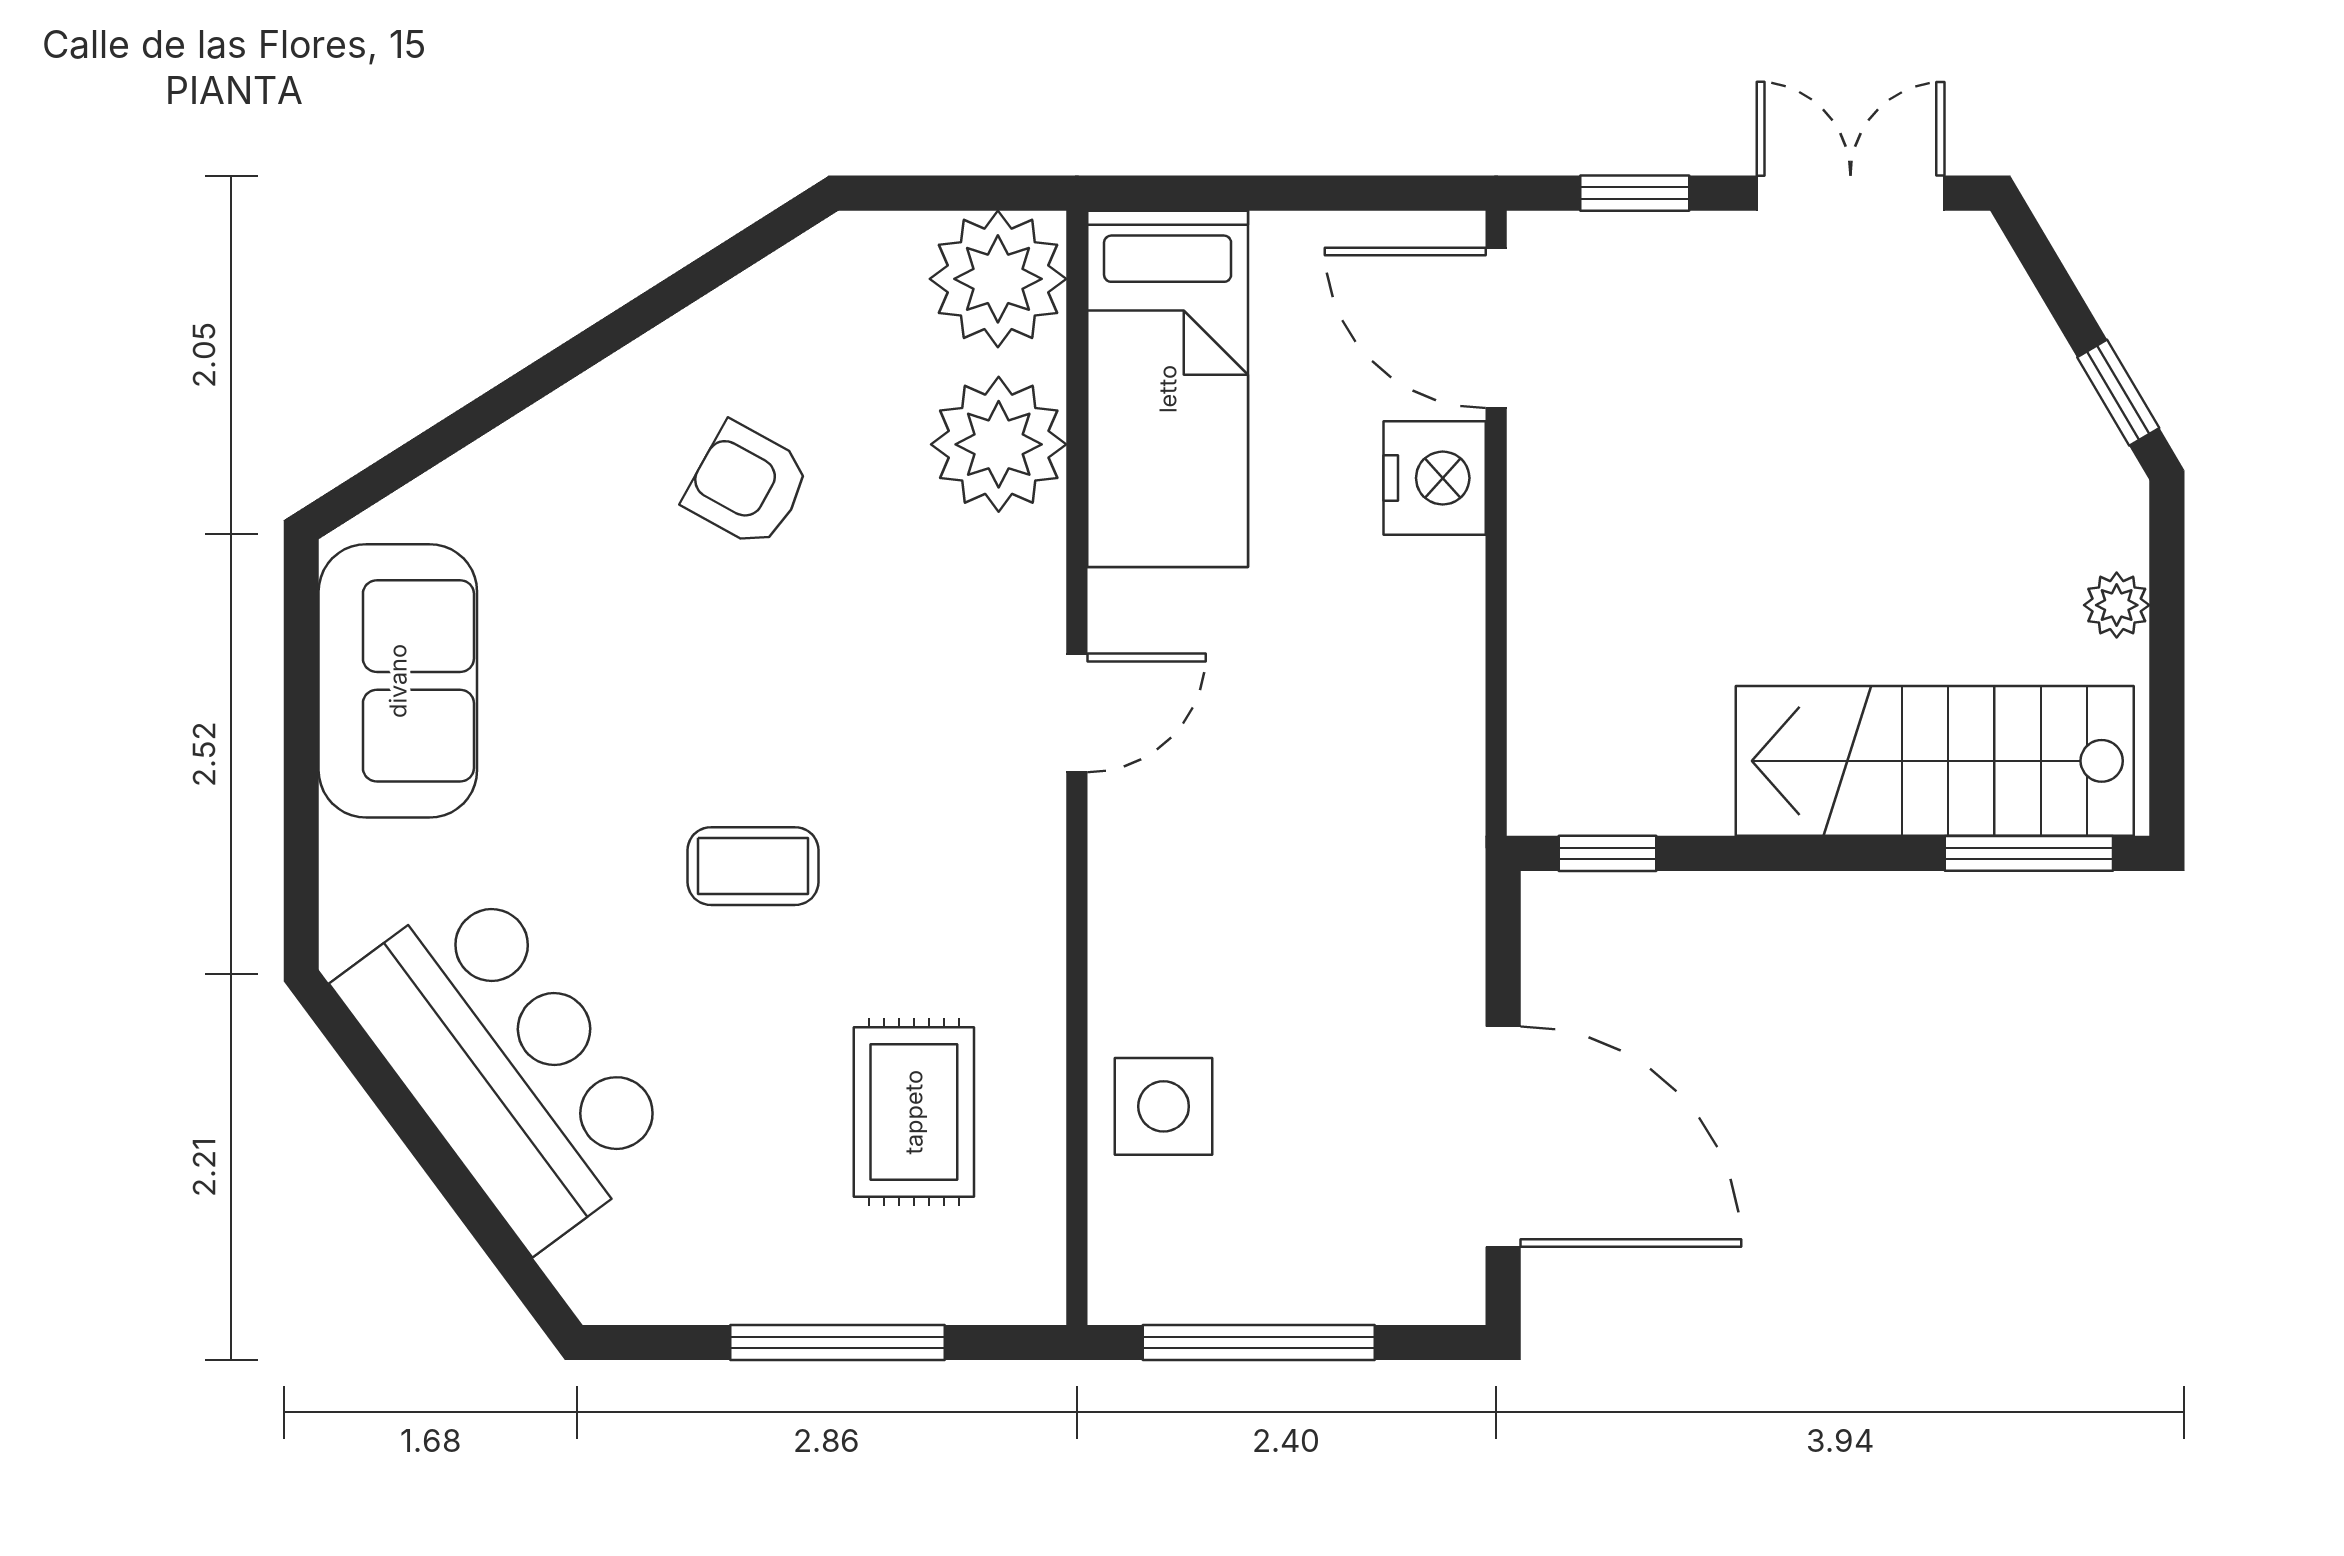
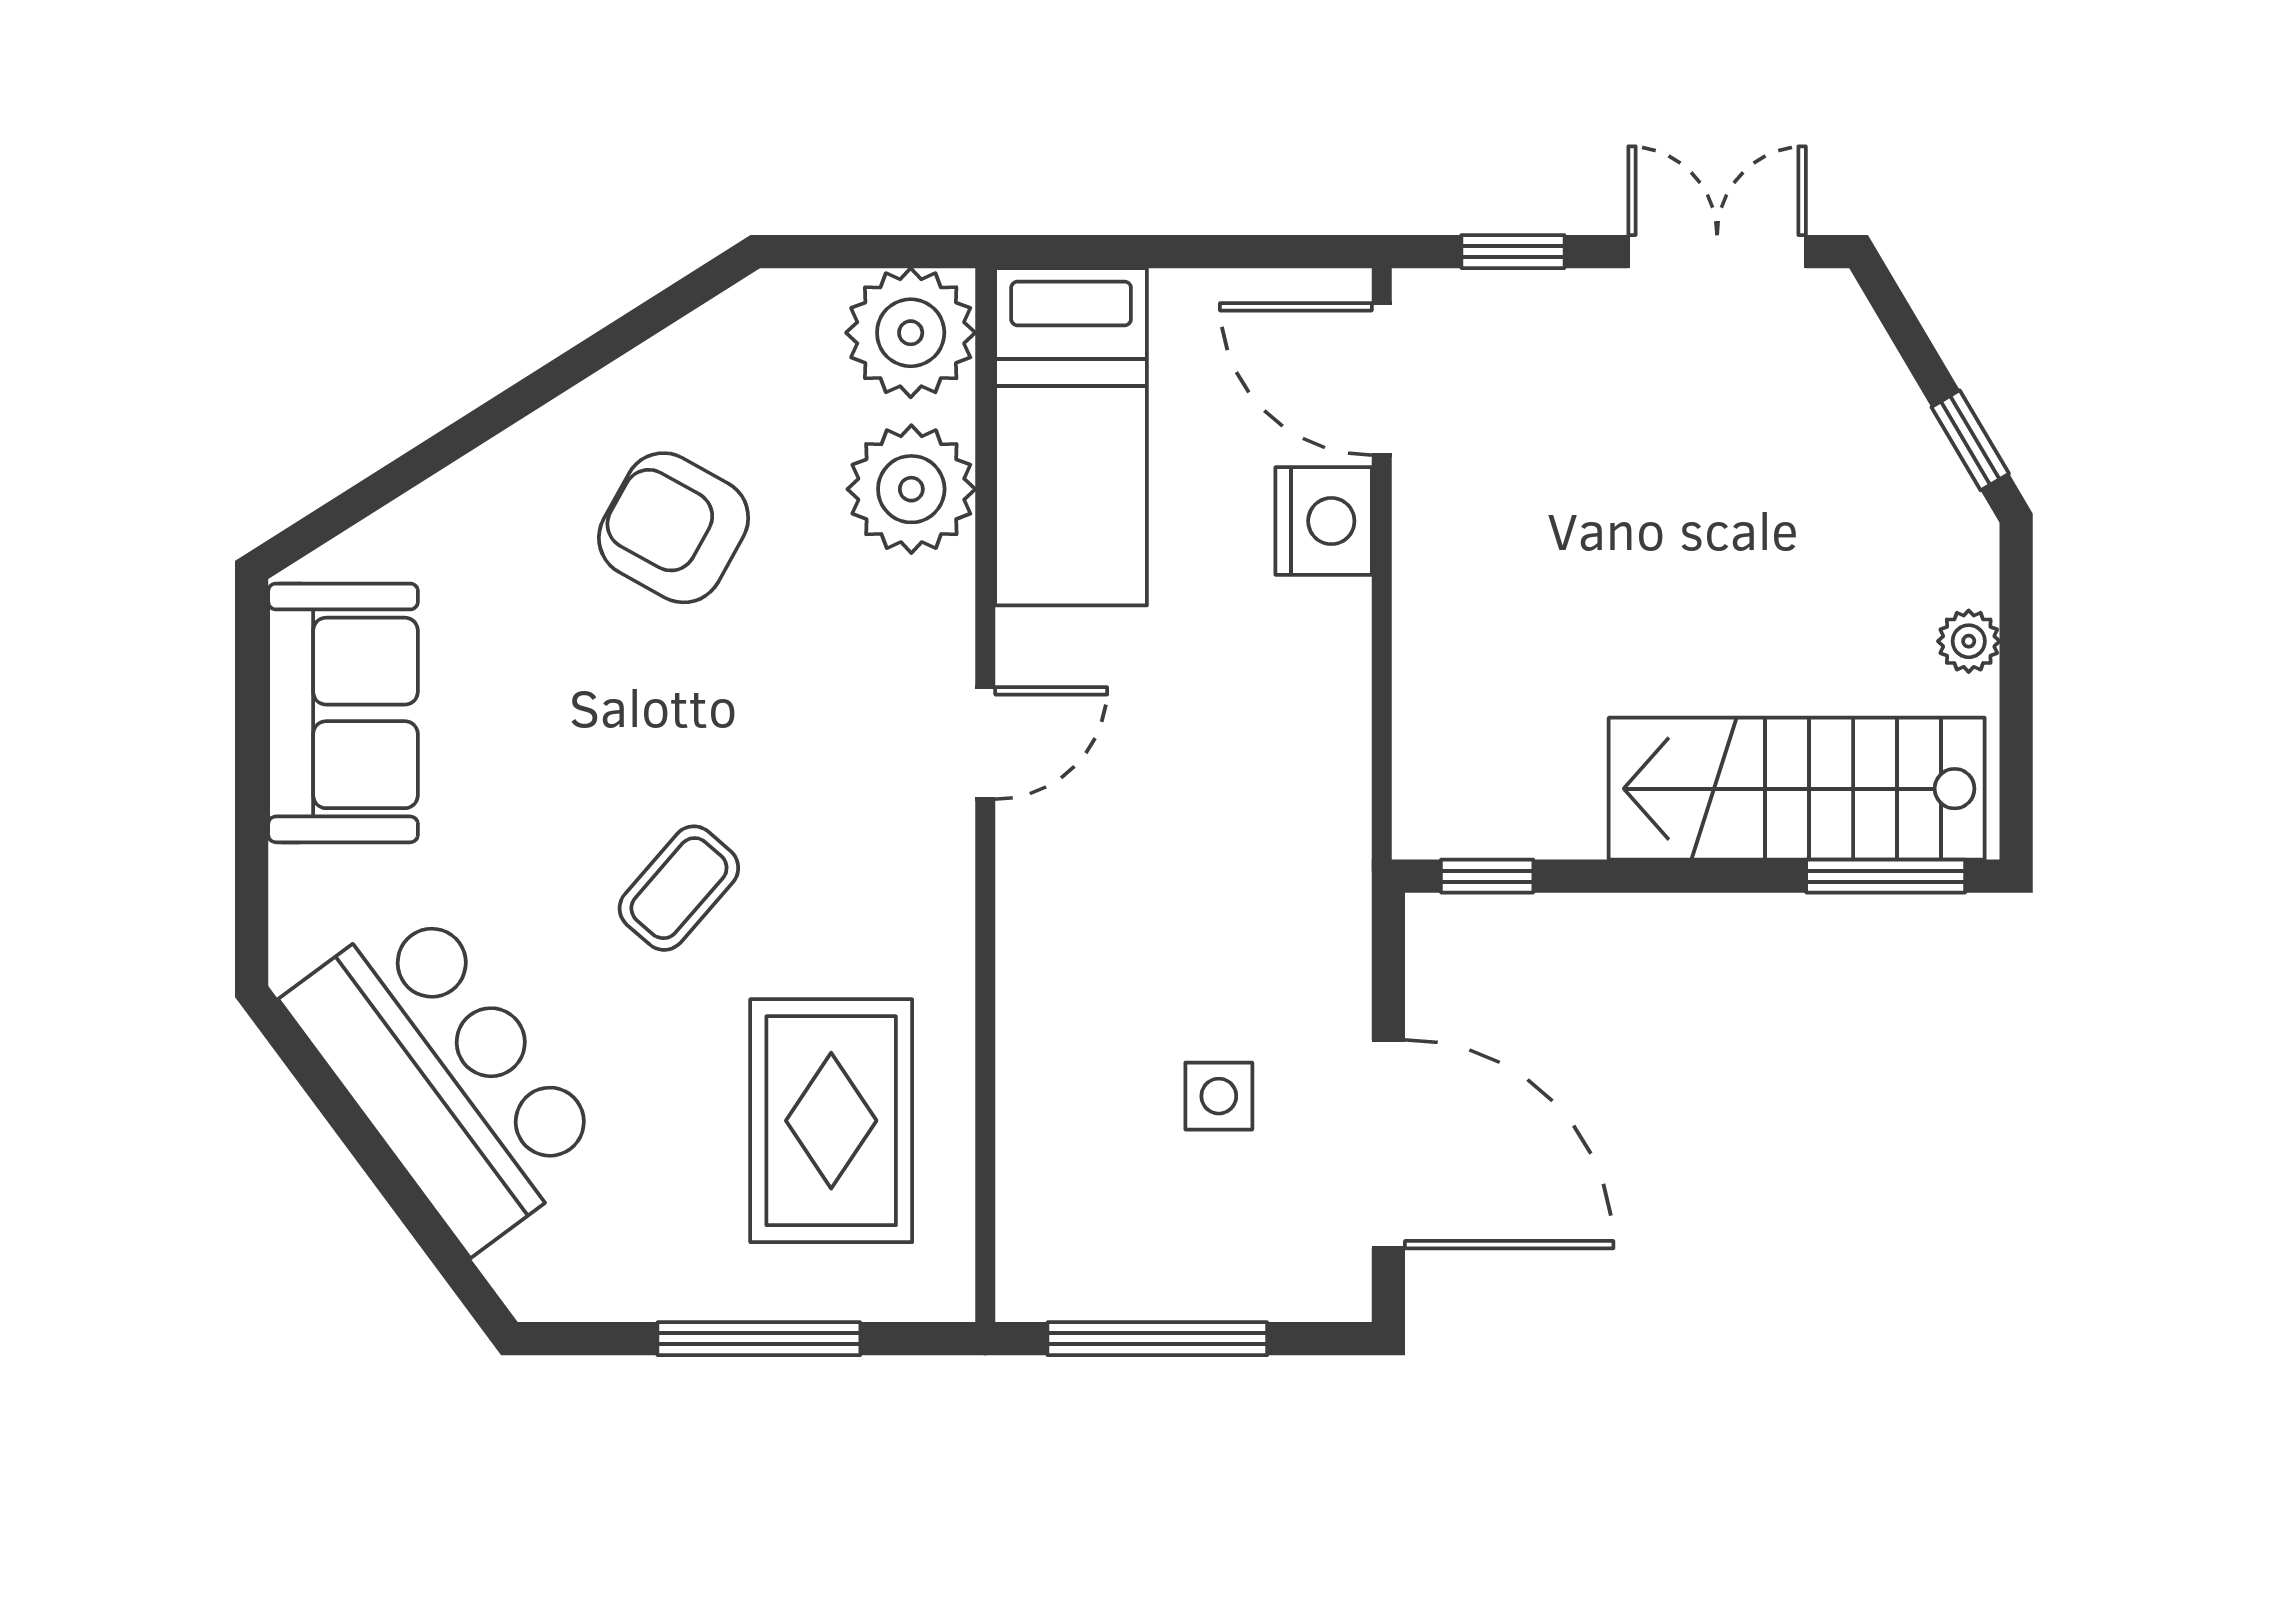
armchair: (747, 485) -> (674, 528), width x1.38, depth x1.38
coffee table: (753, 866) -> (679, 888), turned -49
side table: (1164, 1106) -> (1219, 1096), moved, width x0.73, depth x0.73
rug: (914, 1112) -> (831, 1121), width x1.36, depth x1.43

